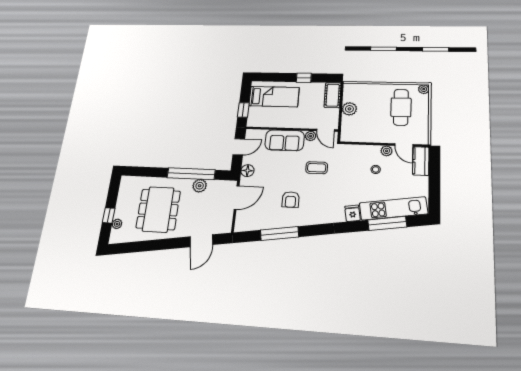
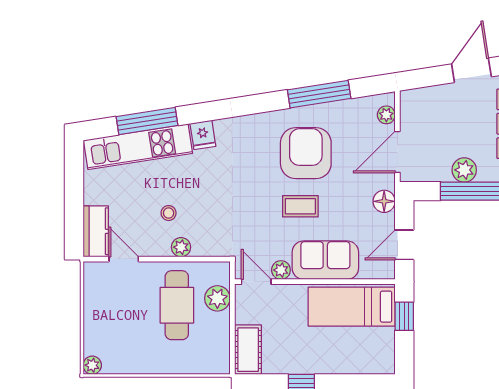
bed: (274, 97) -> (352, 307), moved
cafe table: (401, 107) -> (177, 305), moved
plant: (349, 109) -> (217, 298), moved
plant: (387, 151) -> (181, 247), moved
coffee table: (317, 168) -> (300, 206), moved
armchair: (291, 200) -> (306, 153), width x1.88, depth x1.88
plant: (241, 219) -> (386, 115), added
door: (201, 241) -> (471, 70), moved

